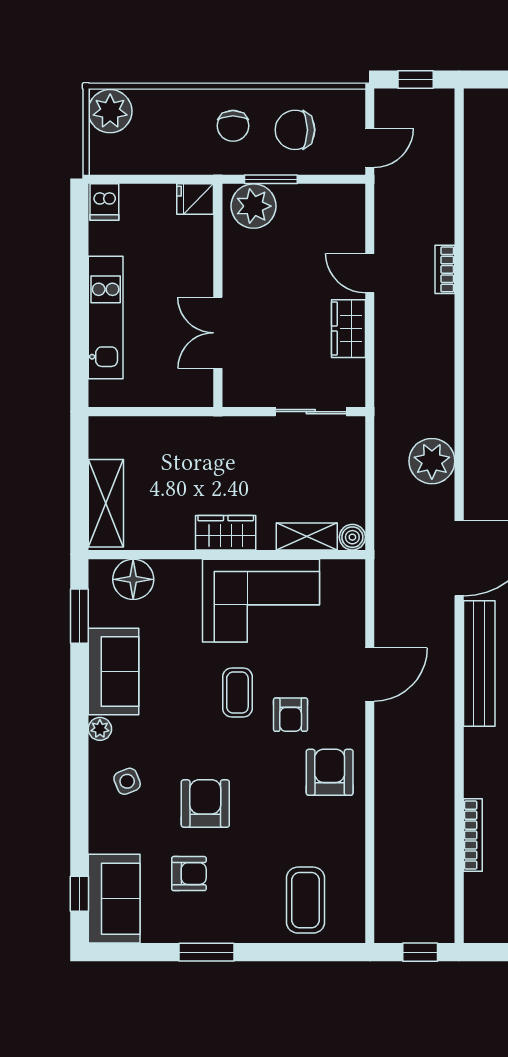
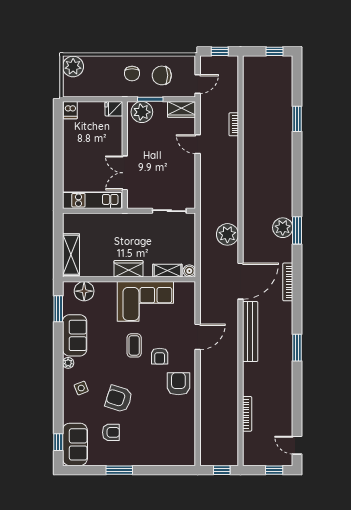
bookcase: (445, 269) -> (234, 124), moved
kitchen unit: (106, 318) -> (92, 200), moved, turned -90
wardrobe: (348, 329) -> (182, 109), moved, turned -90
armchair: (205, 804) -> (119, 399), turned -72
coffee table: (306, 900) -> (167, 445), removed

